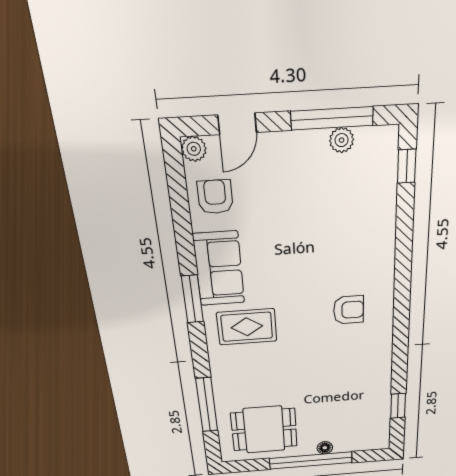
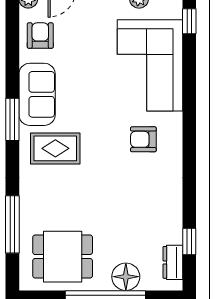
corner sofa: (356, 225) -> (150, 65), added
armchair: (349, 310) -> (143, 139), turned 180
dresser: (380, 426) -> (173, 262), added
floor lamp: (325, 448) -> (126, 277), width x1.89, depth x1.89

